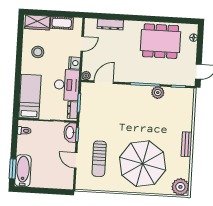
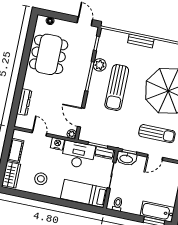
sun lounger: (138, 113) -> (117, 88), added
bench: (187, 144) -> (141, 41), moved

